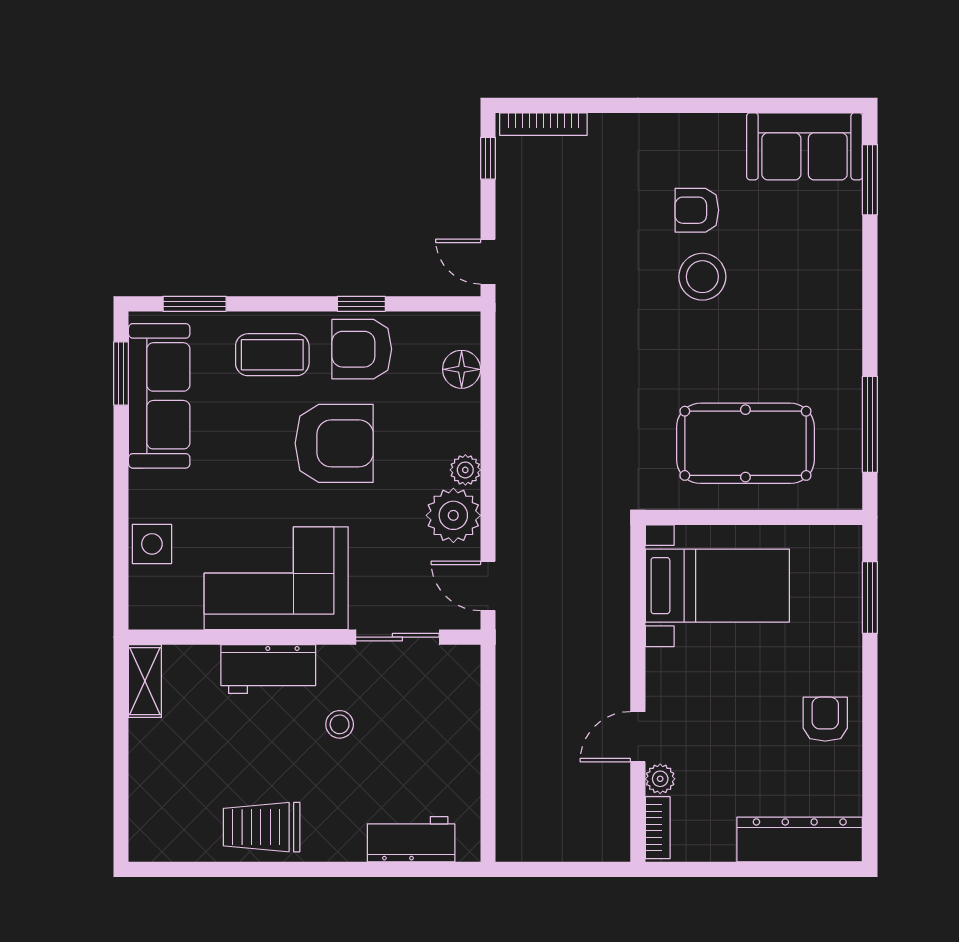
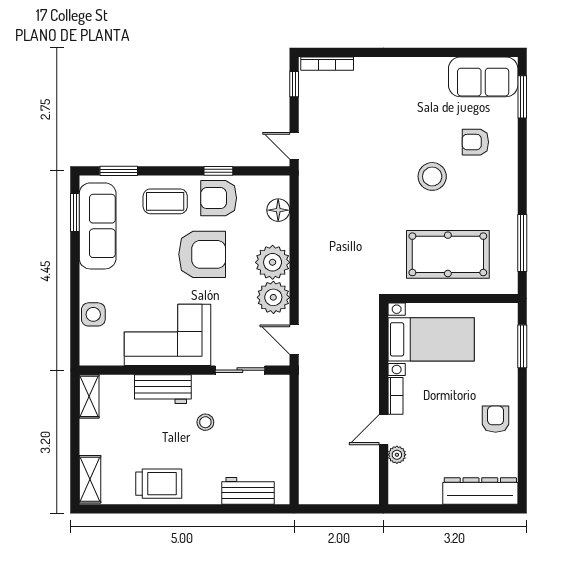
armchair: (697, 210) -> (475, 142), moved
stool: (702, 277) -> (432, 176), moved
plant: (465, 470) -> (273, 262), width x1.88, depth x1.88
shelving: (146, 820) -> (90, 479), added
trolley: (262, 827) -> (159, 484), turned 180
bookcase: (658, 828) -> (395, 396), moved

